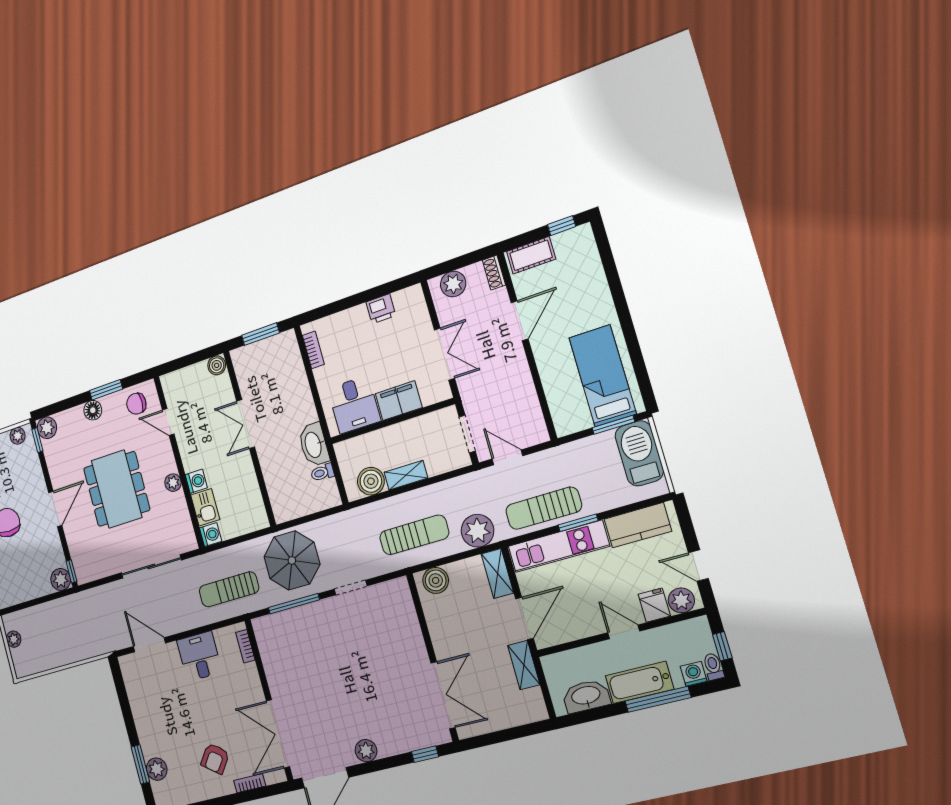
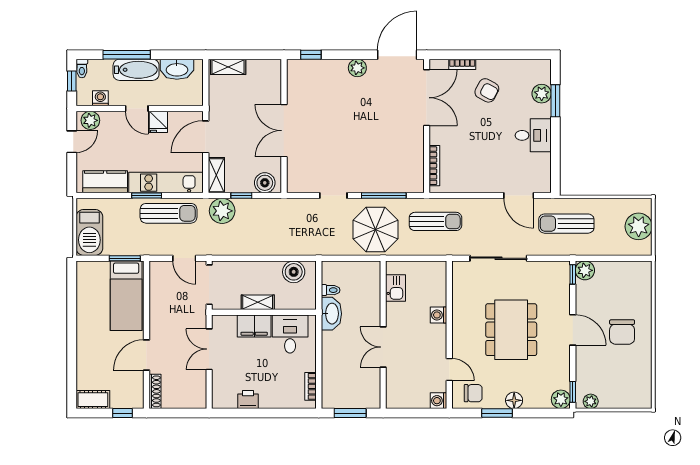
window: (562, 226) -> (123, 413), moved
cot: (531, 255) -> (93, 400), moved
shoe rack: (494, 273) -> (155, 391), width x1.43
plant: (453, 284) -> (188, 399), removed
boiler: (217, 365) -> (394, 401), removed
bed: (603, 376) -> (126, 296), moved
double door: (246, 424) -> (383, 347), swing flipped
window: (613, 425) -> (125, 258), moved
doorway: (467, 434) -> (209, 285), width x1.38
shelving: (406, 475) -> (258, 302), moved
plant: (173, 483) -> (459, 320), removed
kitchen sink: (205, 507) -> (396, 288), moved, turned 180
door: (55, 509) -> (573, 330), swing flipped
washing machine: (211, 535) -> (439, 401), moved
sun lounger: (414, 535) -> (566, 224), moved
window: (459, 557) -> (241, 196), added
door: (698, 566) -> (72, 142), hinge flipped
fridge: (654, 605) -> (158, 122), moved
plant: (14, 639) -> (639, 226), width x1.88, depth x1.88
bookcase: (245, 646) -> (434, 166), width x1.56
desk: (199, 656) -> (533, 135), moved, turned -90
shelving: (524, 665) -> (228, 67), moved, turned 90
washing machine: (694, 674) -> (100, 98), moved, turned 180
double door: (443, 695) -> (284, 131), moved
armchair: (215, 759) -> (487, 90), turned 81

